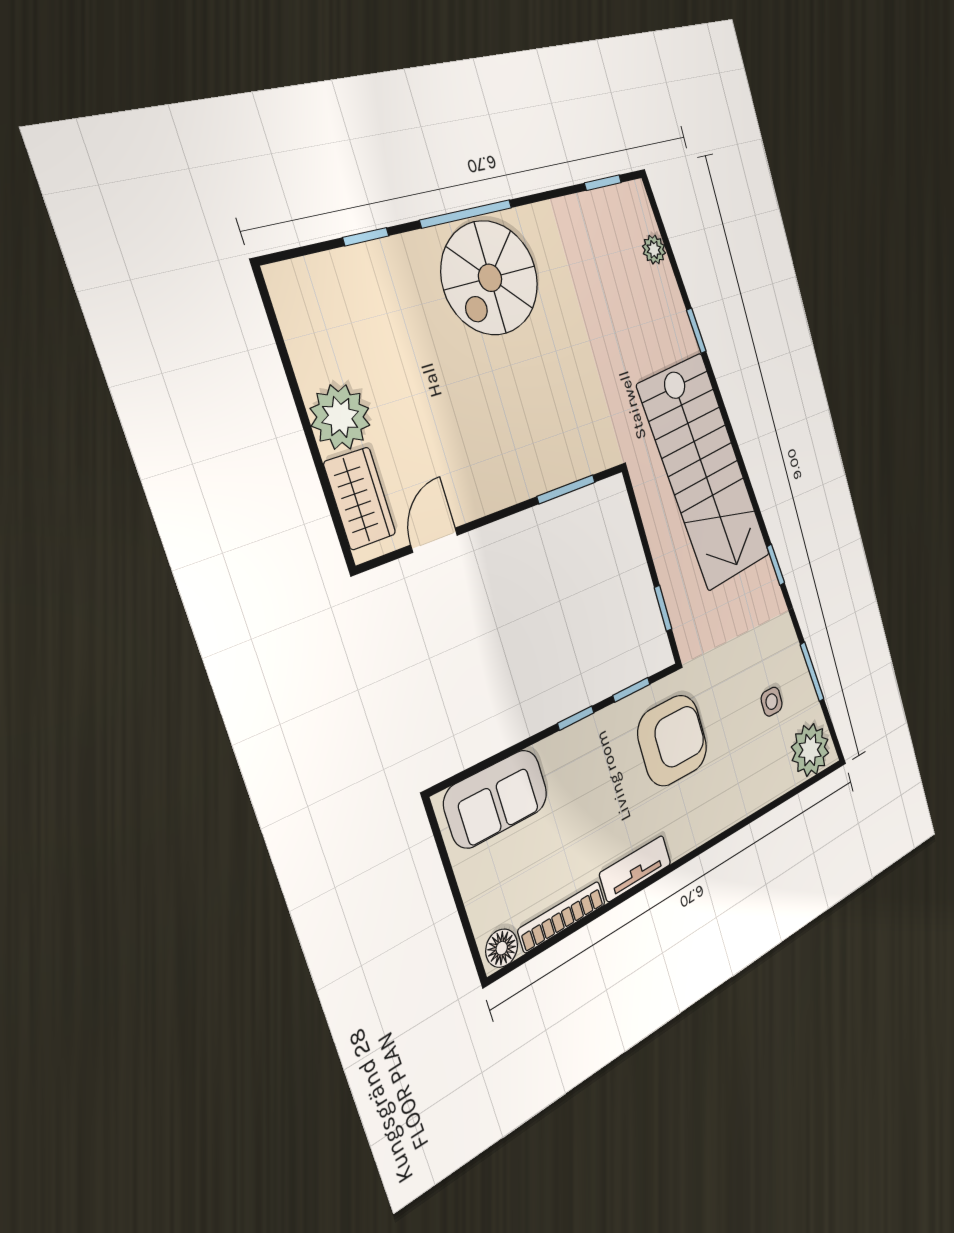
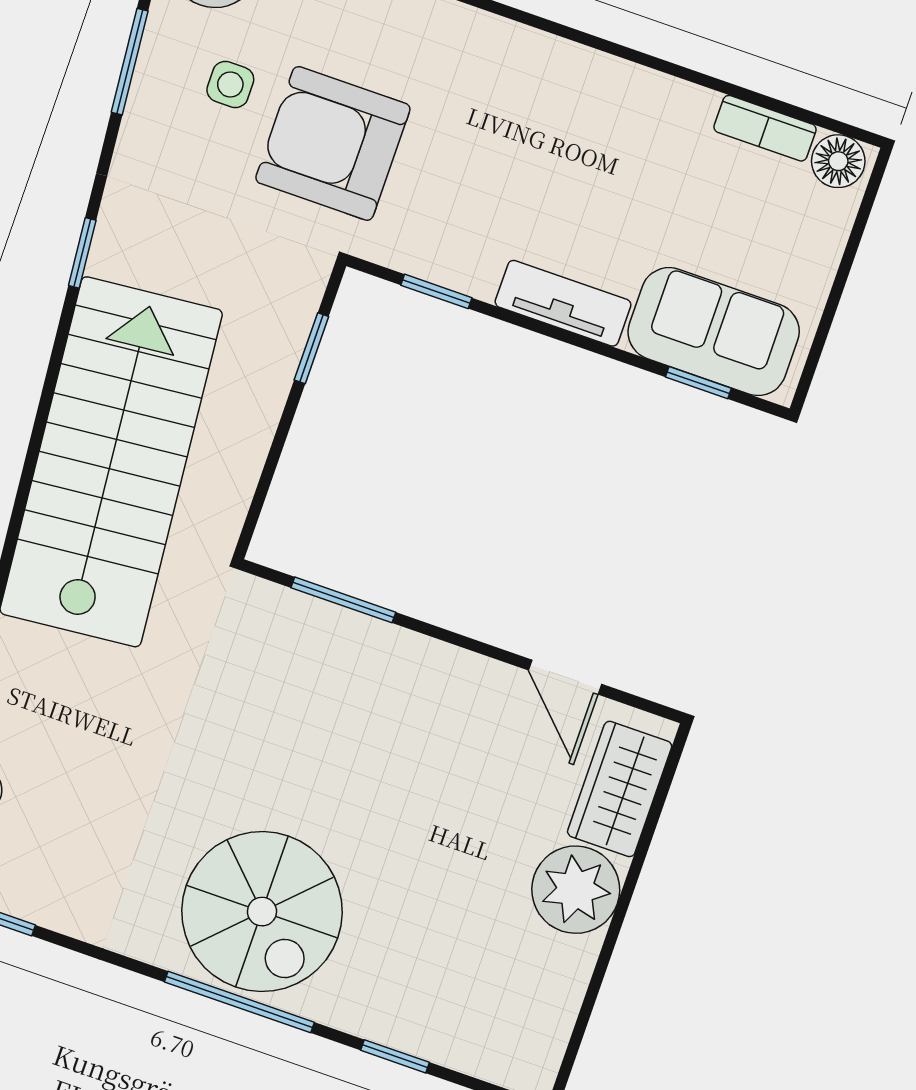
spiral stairs: (490, 278) -> (262, 912), turned 90
door: (434, 540) -> (565, 677), hinge flipped
window: (576, 718) -> (698, 383), moved
armchair: (672, 740) -> (333, 143), moved
tv unit: (635, 868) -> (563, 303), moved, turned 180
bookcase: (562, 917) -> (765, 128), width x0.64

